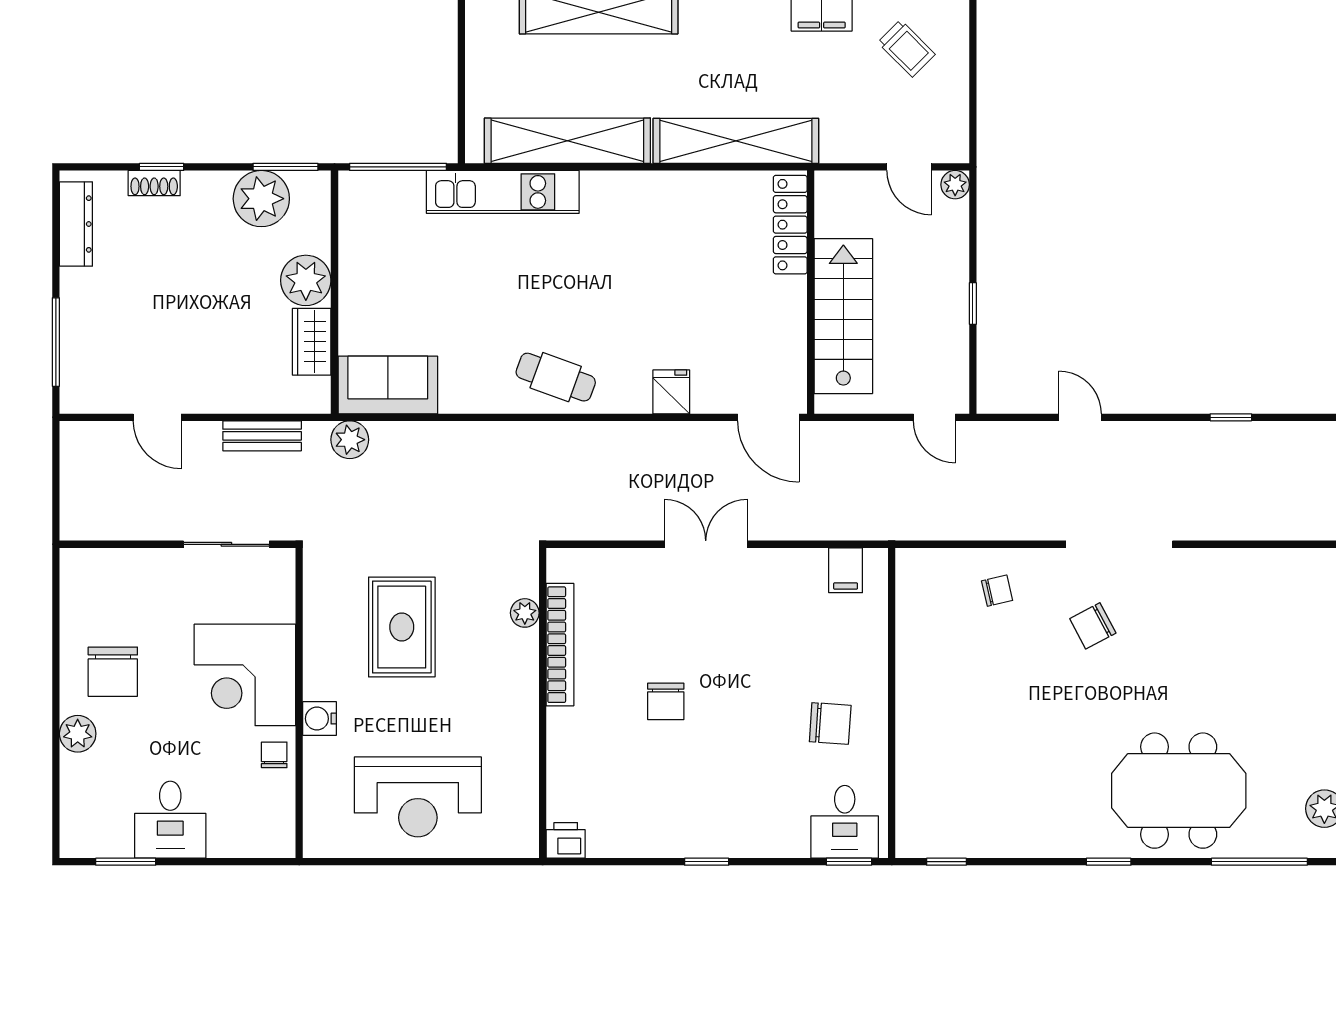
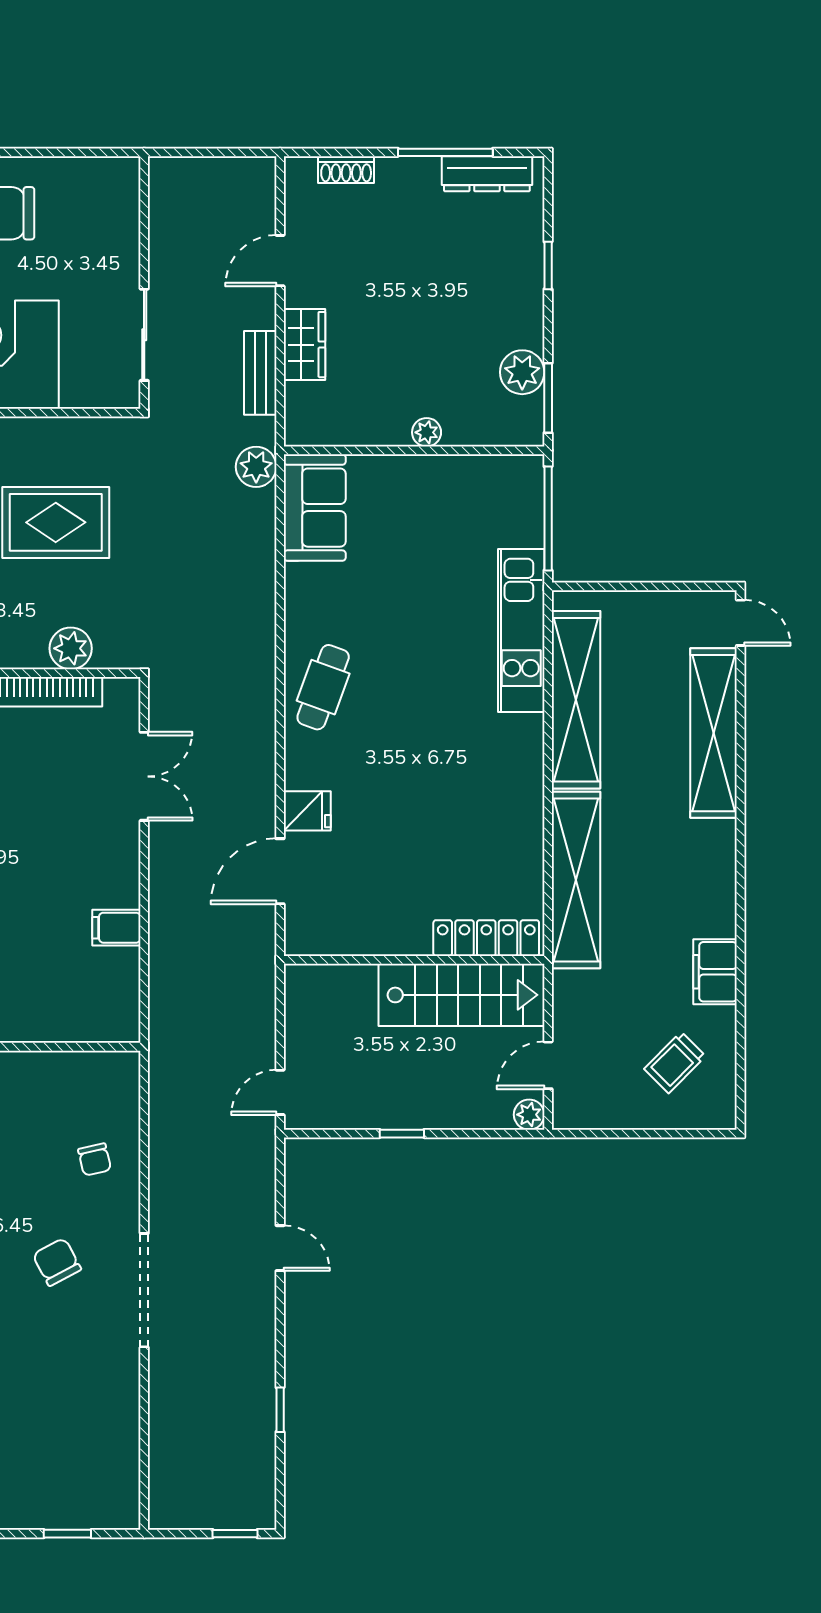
shoe rack: (154, 183) -> (346, 170), moved, turned -90
plant: (261, 199) -> (522, 372), width x0.73, depth x0.73
plant: (306, 280) -> (427, 432), width x0.53, depth x0.53
stairs: (843, 316) -> (461, 995), moved
window: (56, 342) -> (445, 152), moved
wardrobe: (312, 342) -> (305, 345), moved, turned 90
door: (768, 417) -> (280, 871), moved
door: (1080, 417) -> (280, 1248), hinge flipped
double door: (706, 544) -> (144, 776), moved
filing cabinet: (846, 570) -> (116, 928), moved
plant: (525, 613) -> (71, 648), width x1.38, depth x1.38

